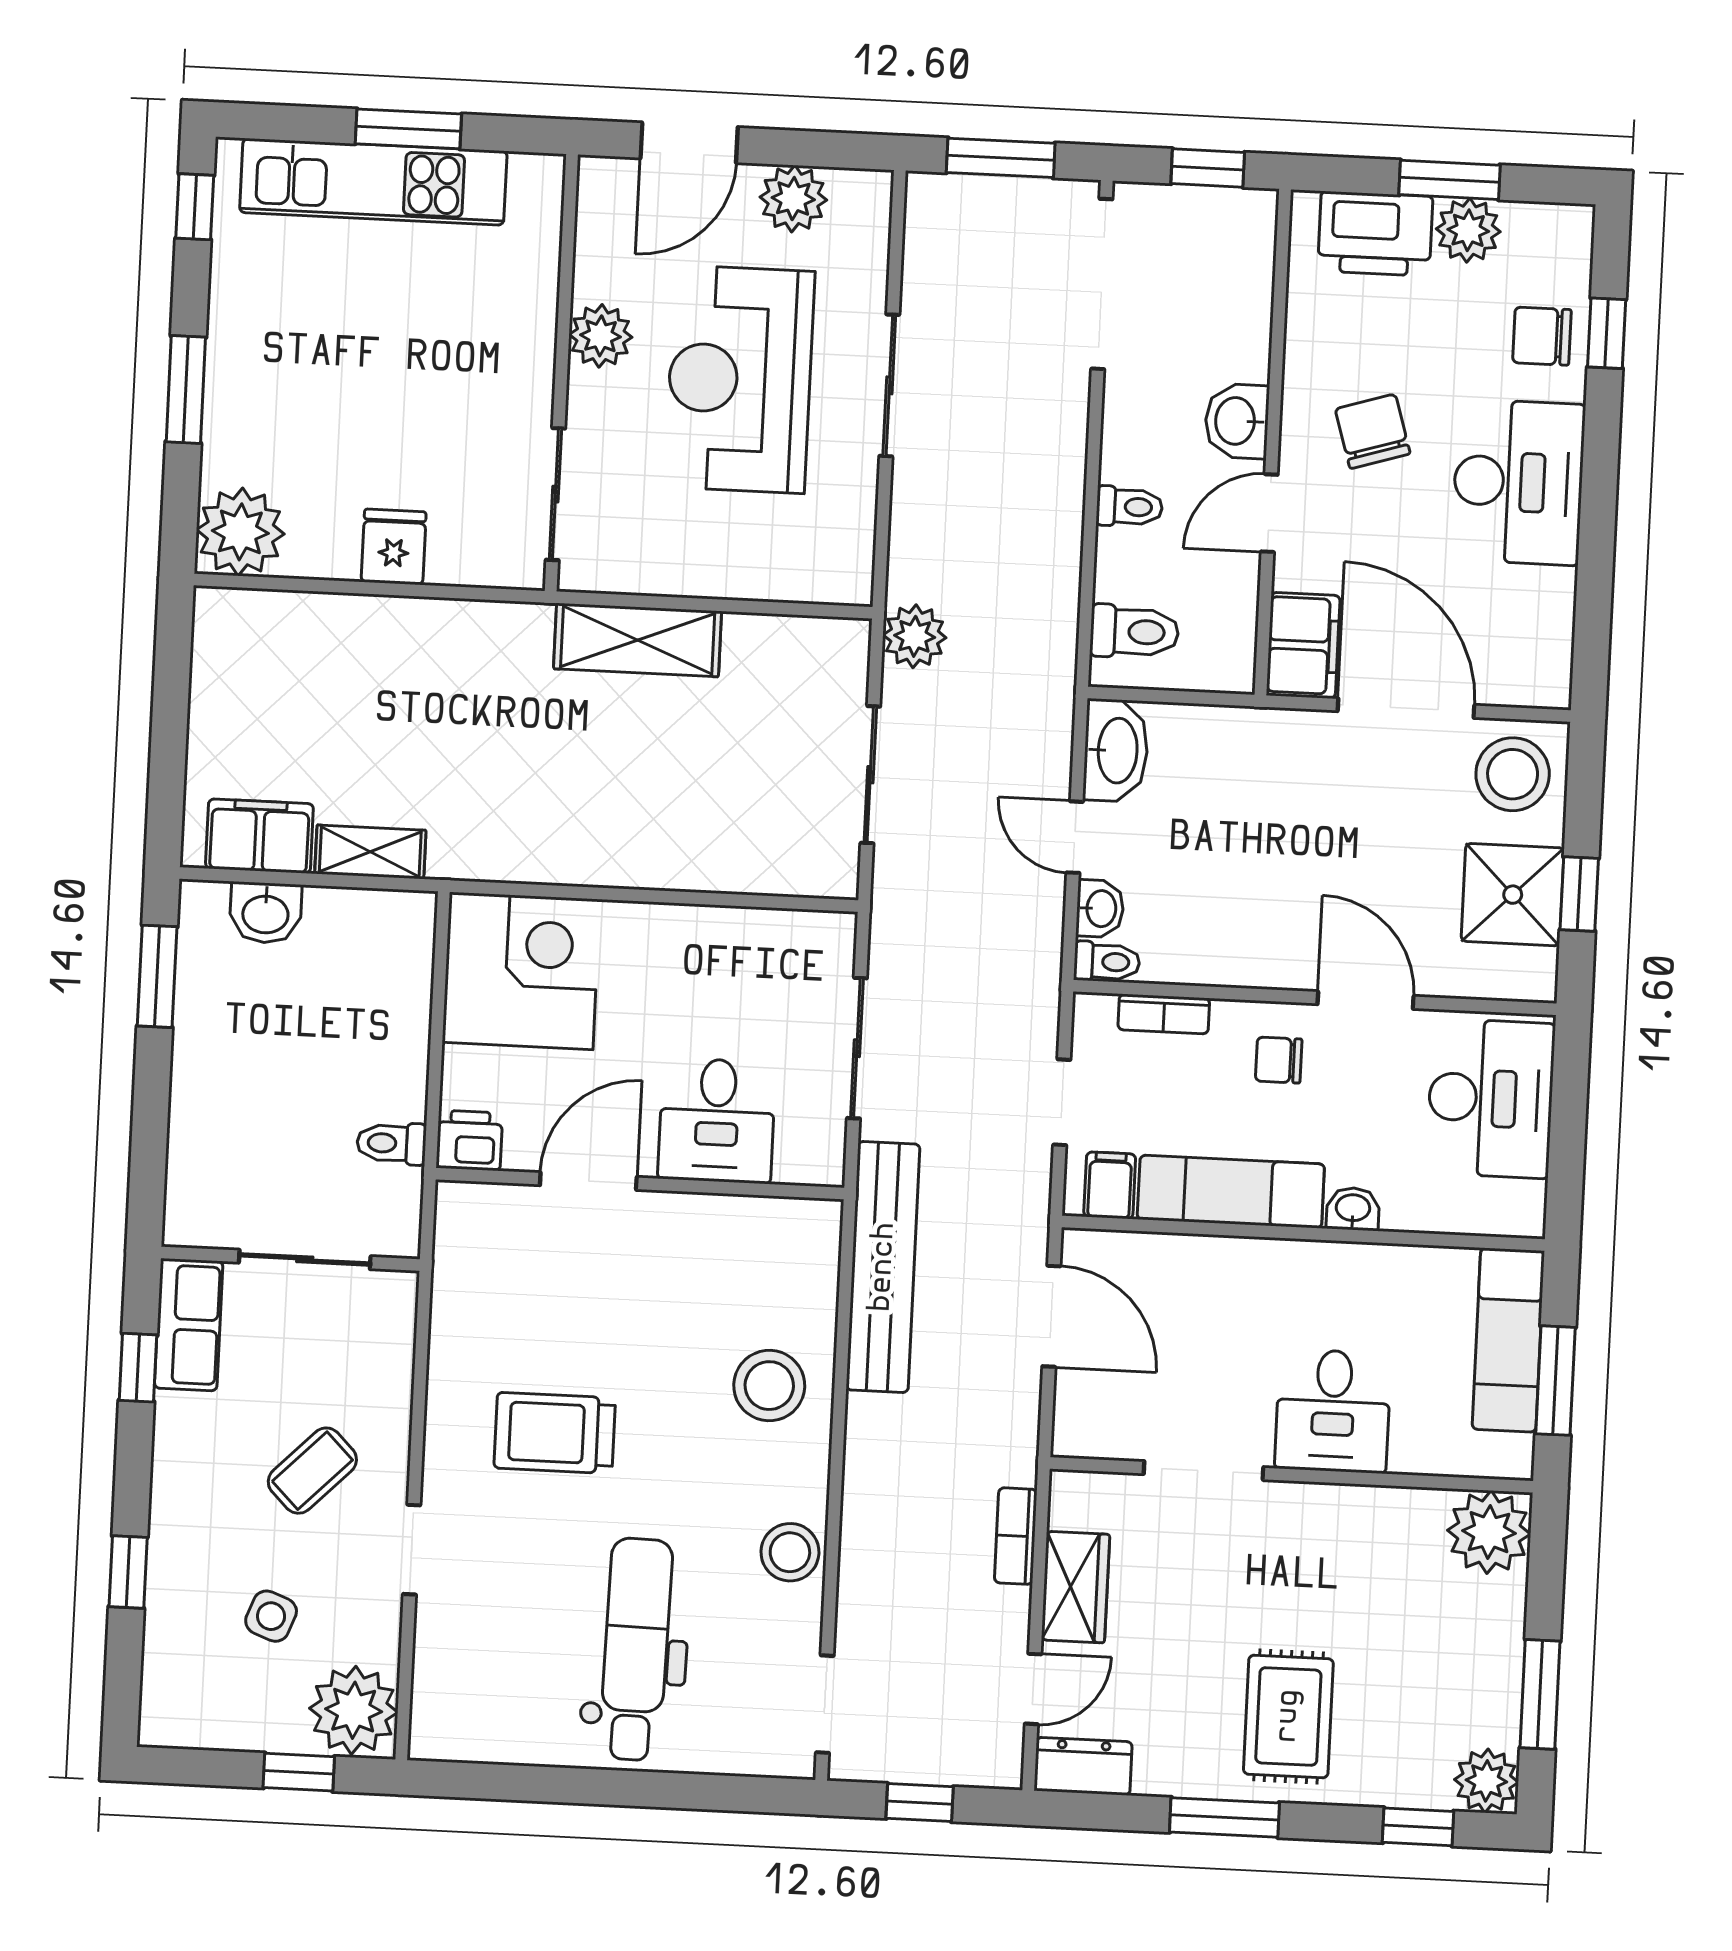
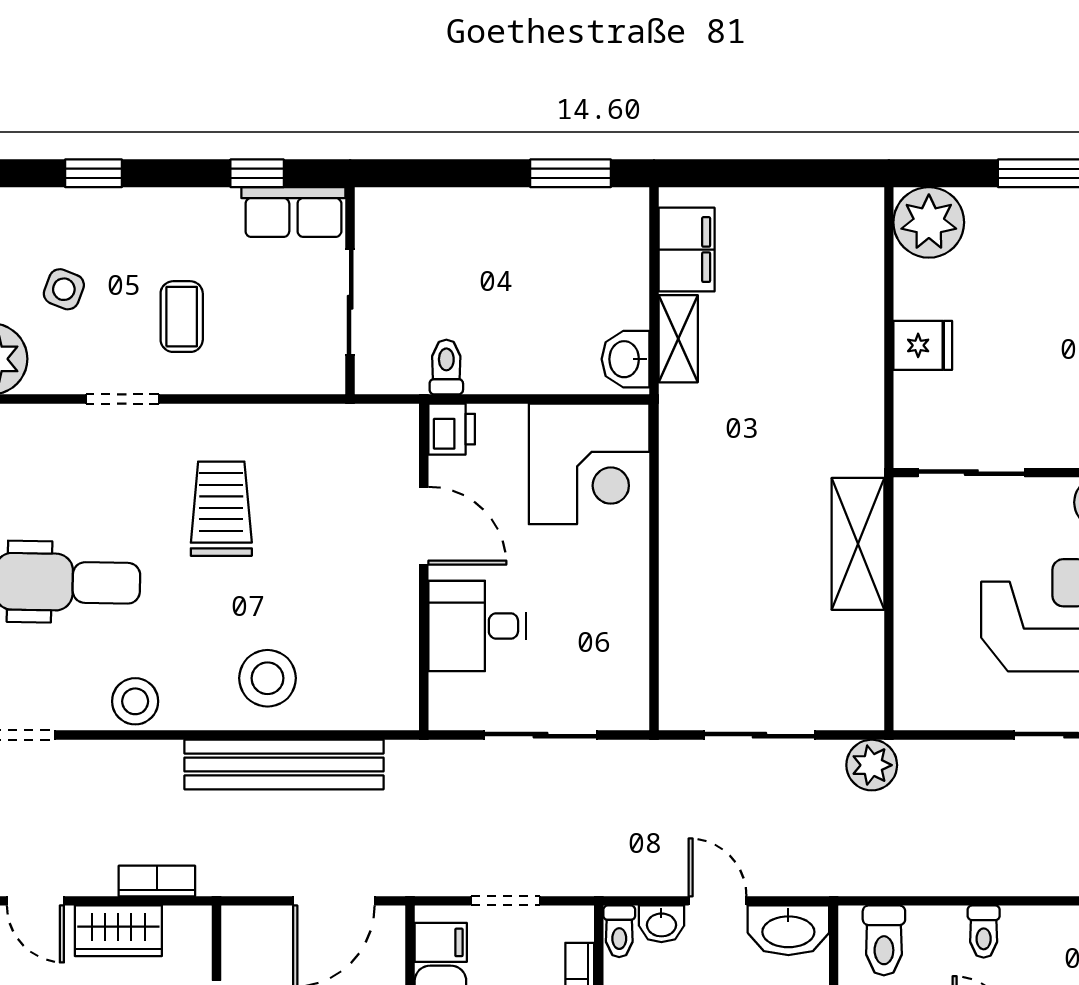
door: (1075, 837) -> (718, 901), hinge flipped
washbasin: (266, 913) -> (626, 359), moved
bench: (883, 1267) -> (284, 764), moved
coffee table: (312, 1471) -> (182, 317), turned 45

